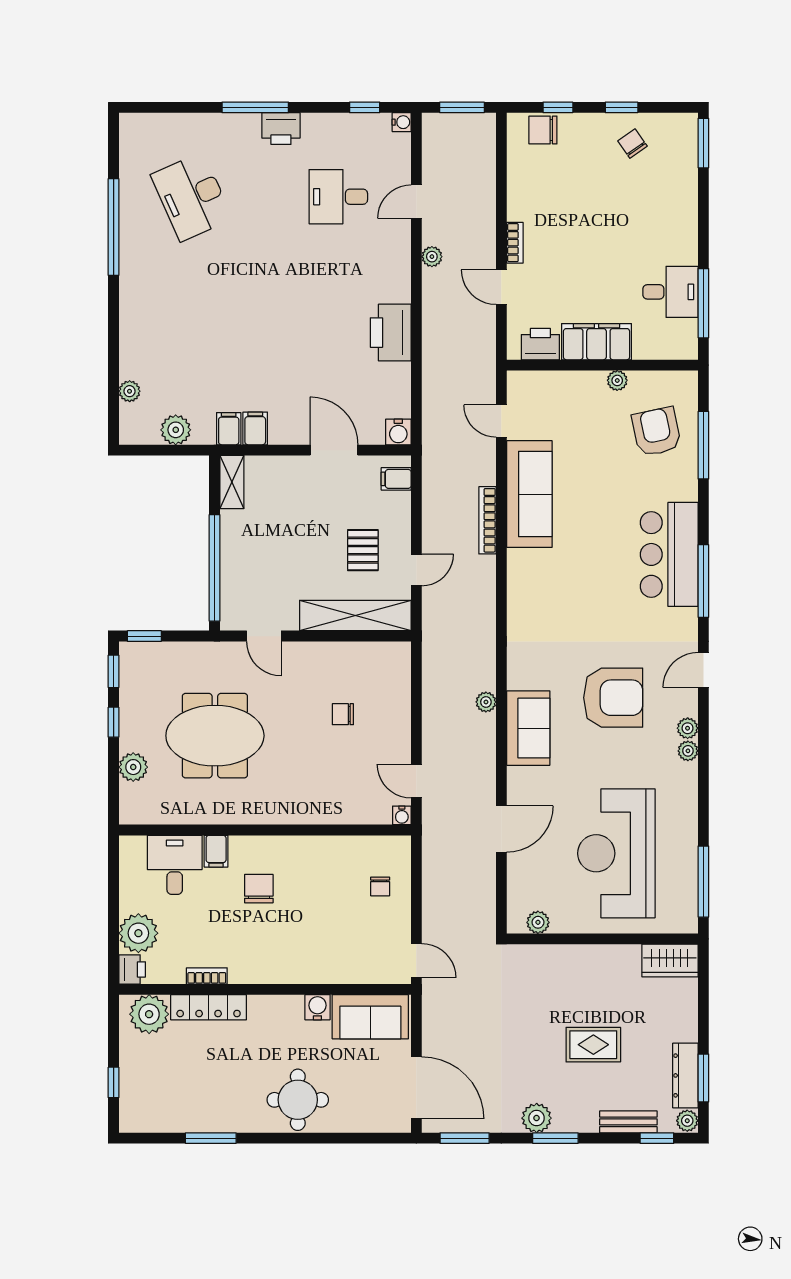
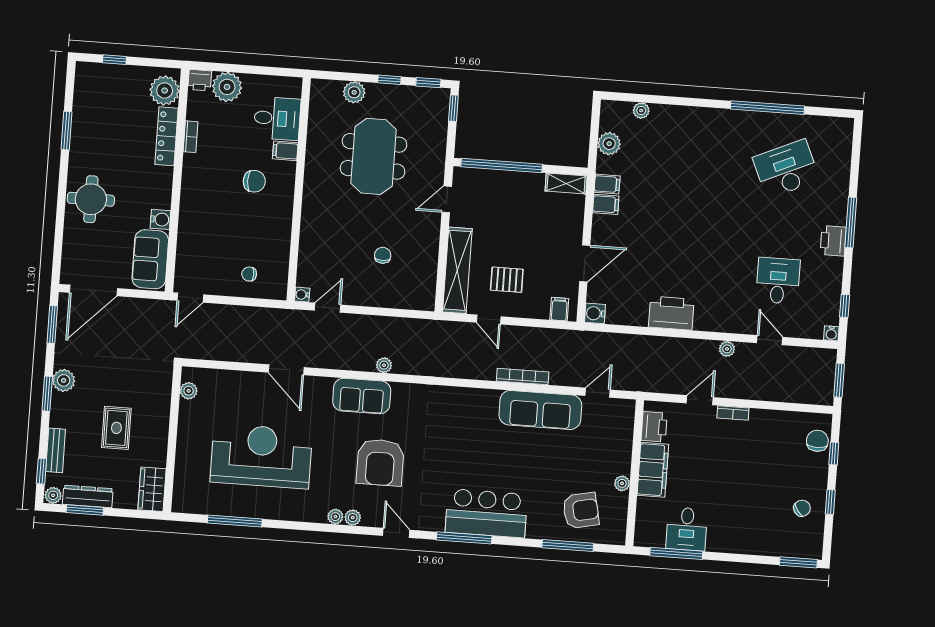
plant: (538, 922) -> (189, 391), moved
wall: (602, 939) -> (172, 439), moved
wardrobe: (670, 961) -> (152, 489), moved

